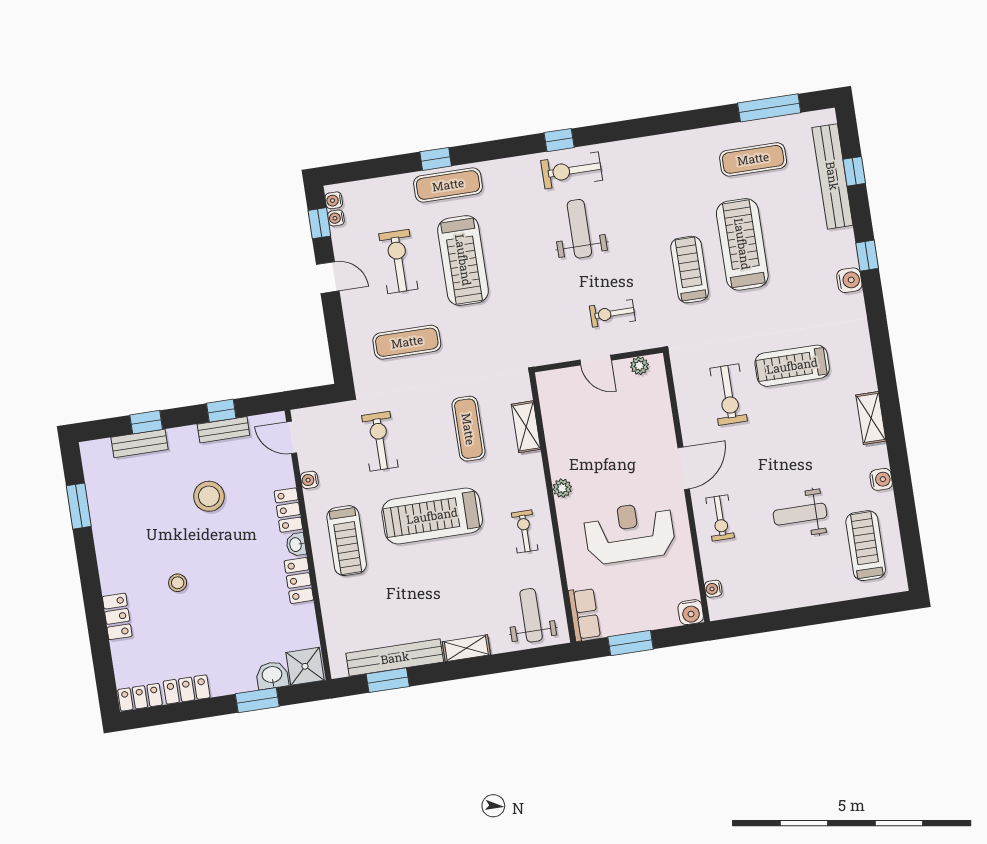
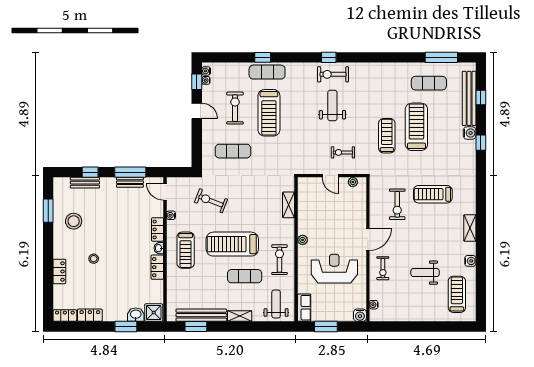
water cooler: (849, 280) -> (470, 133), moved
window: (221, 411) -> (130, 172), width x2.17
exercise mat: (468, 429) -> (245, 276), moved, turned 90
exercise bike: (380, 441) -> (211, 201), turned -69
stool: (209, 496) -> (74, 221), moved
exercise bike: (525, 531) -> (279, 260), width x1.38, depth x1.39

